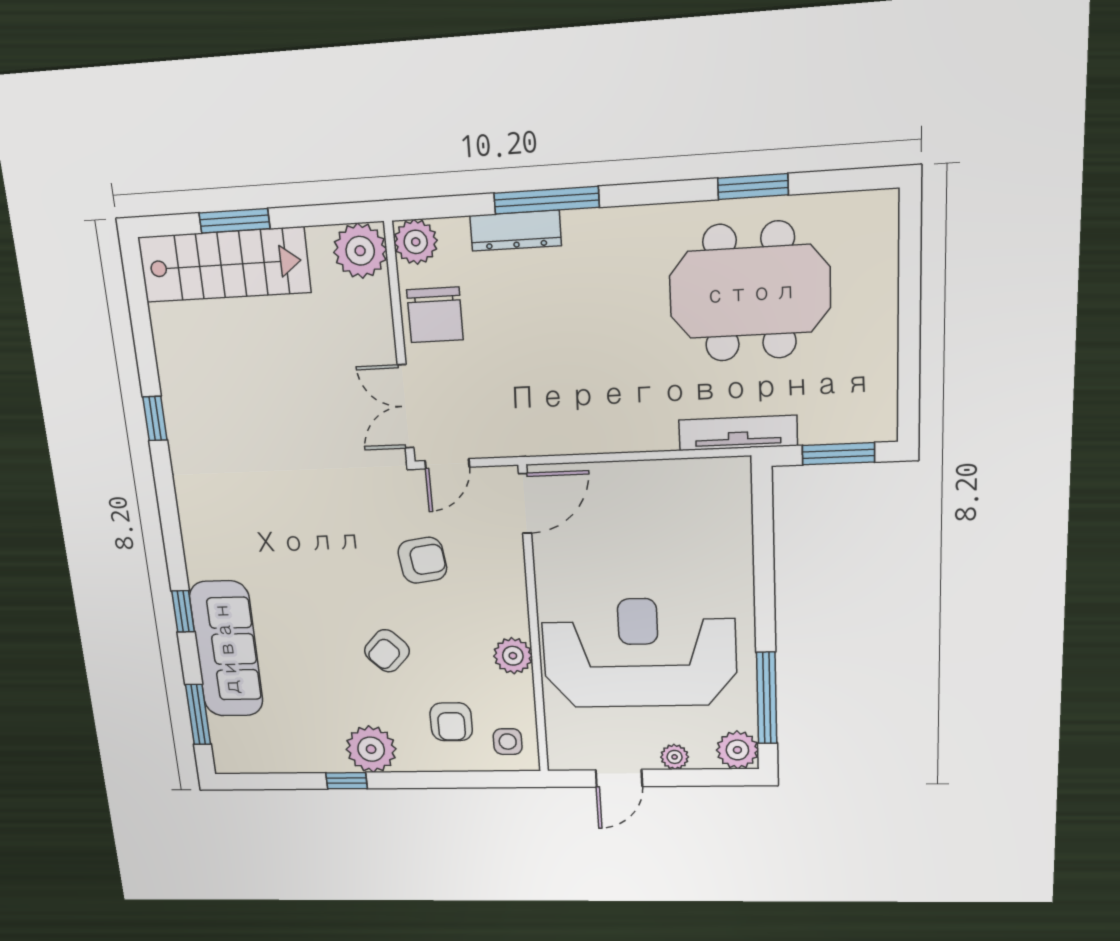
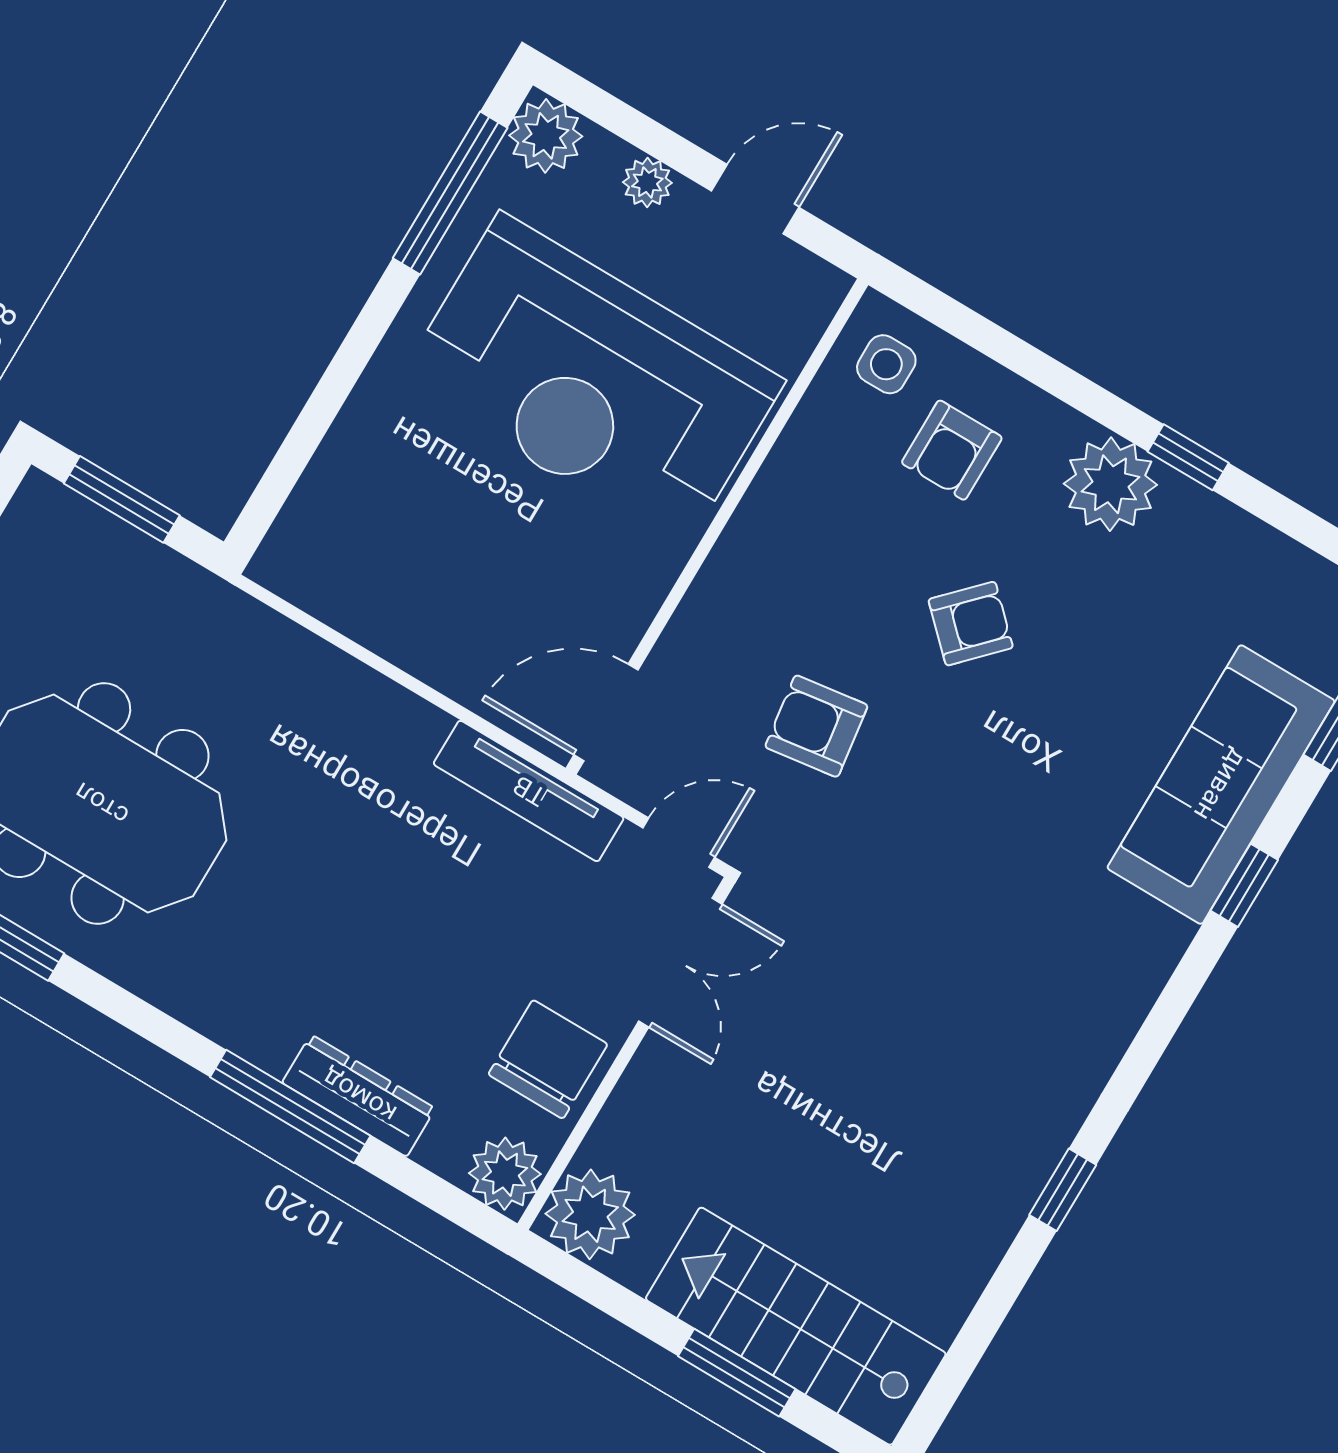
tv unit: (738, 433) -> (529, 791), moved
plant: (513, 656) -> (783, 495), removed
armchair: (451, 722) -> (952, 450), turned 180

